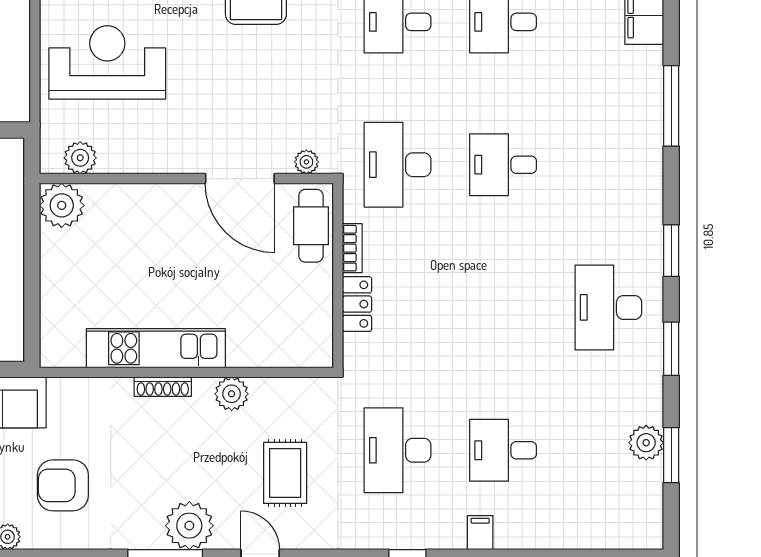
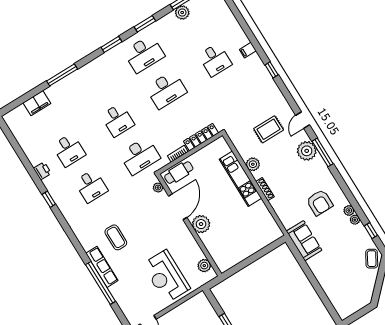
plant: (62, 205) -> (201, 224), moved
locker: (357, 304) -> (201, 137), width x1.53
kitchen unit: (156, 348) -> (240, 179), moved
desk: (398, 450) -> (166, 90), moved

